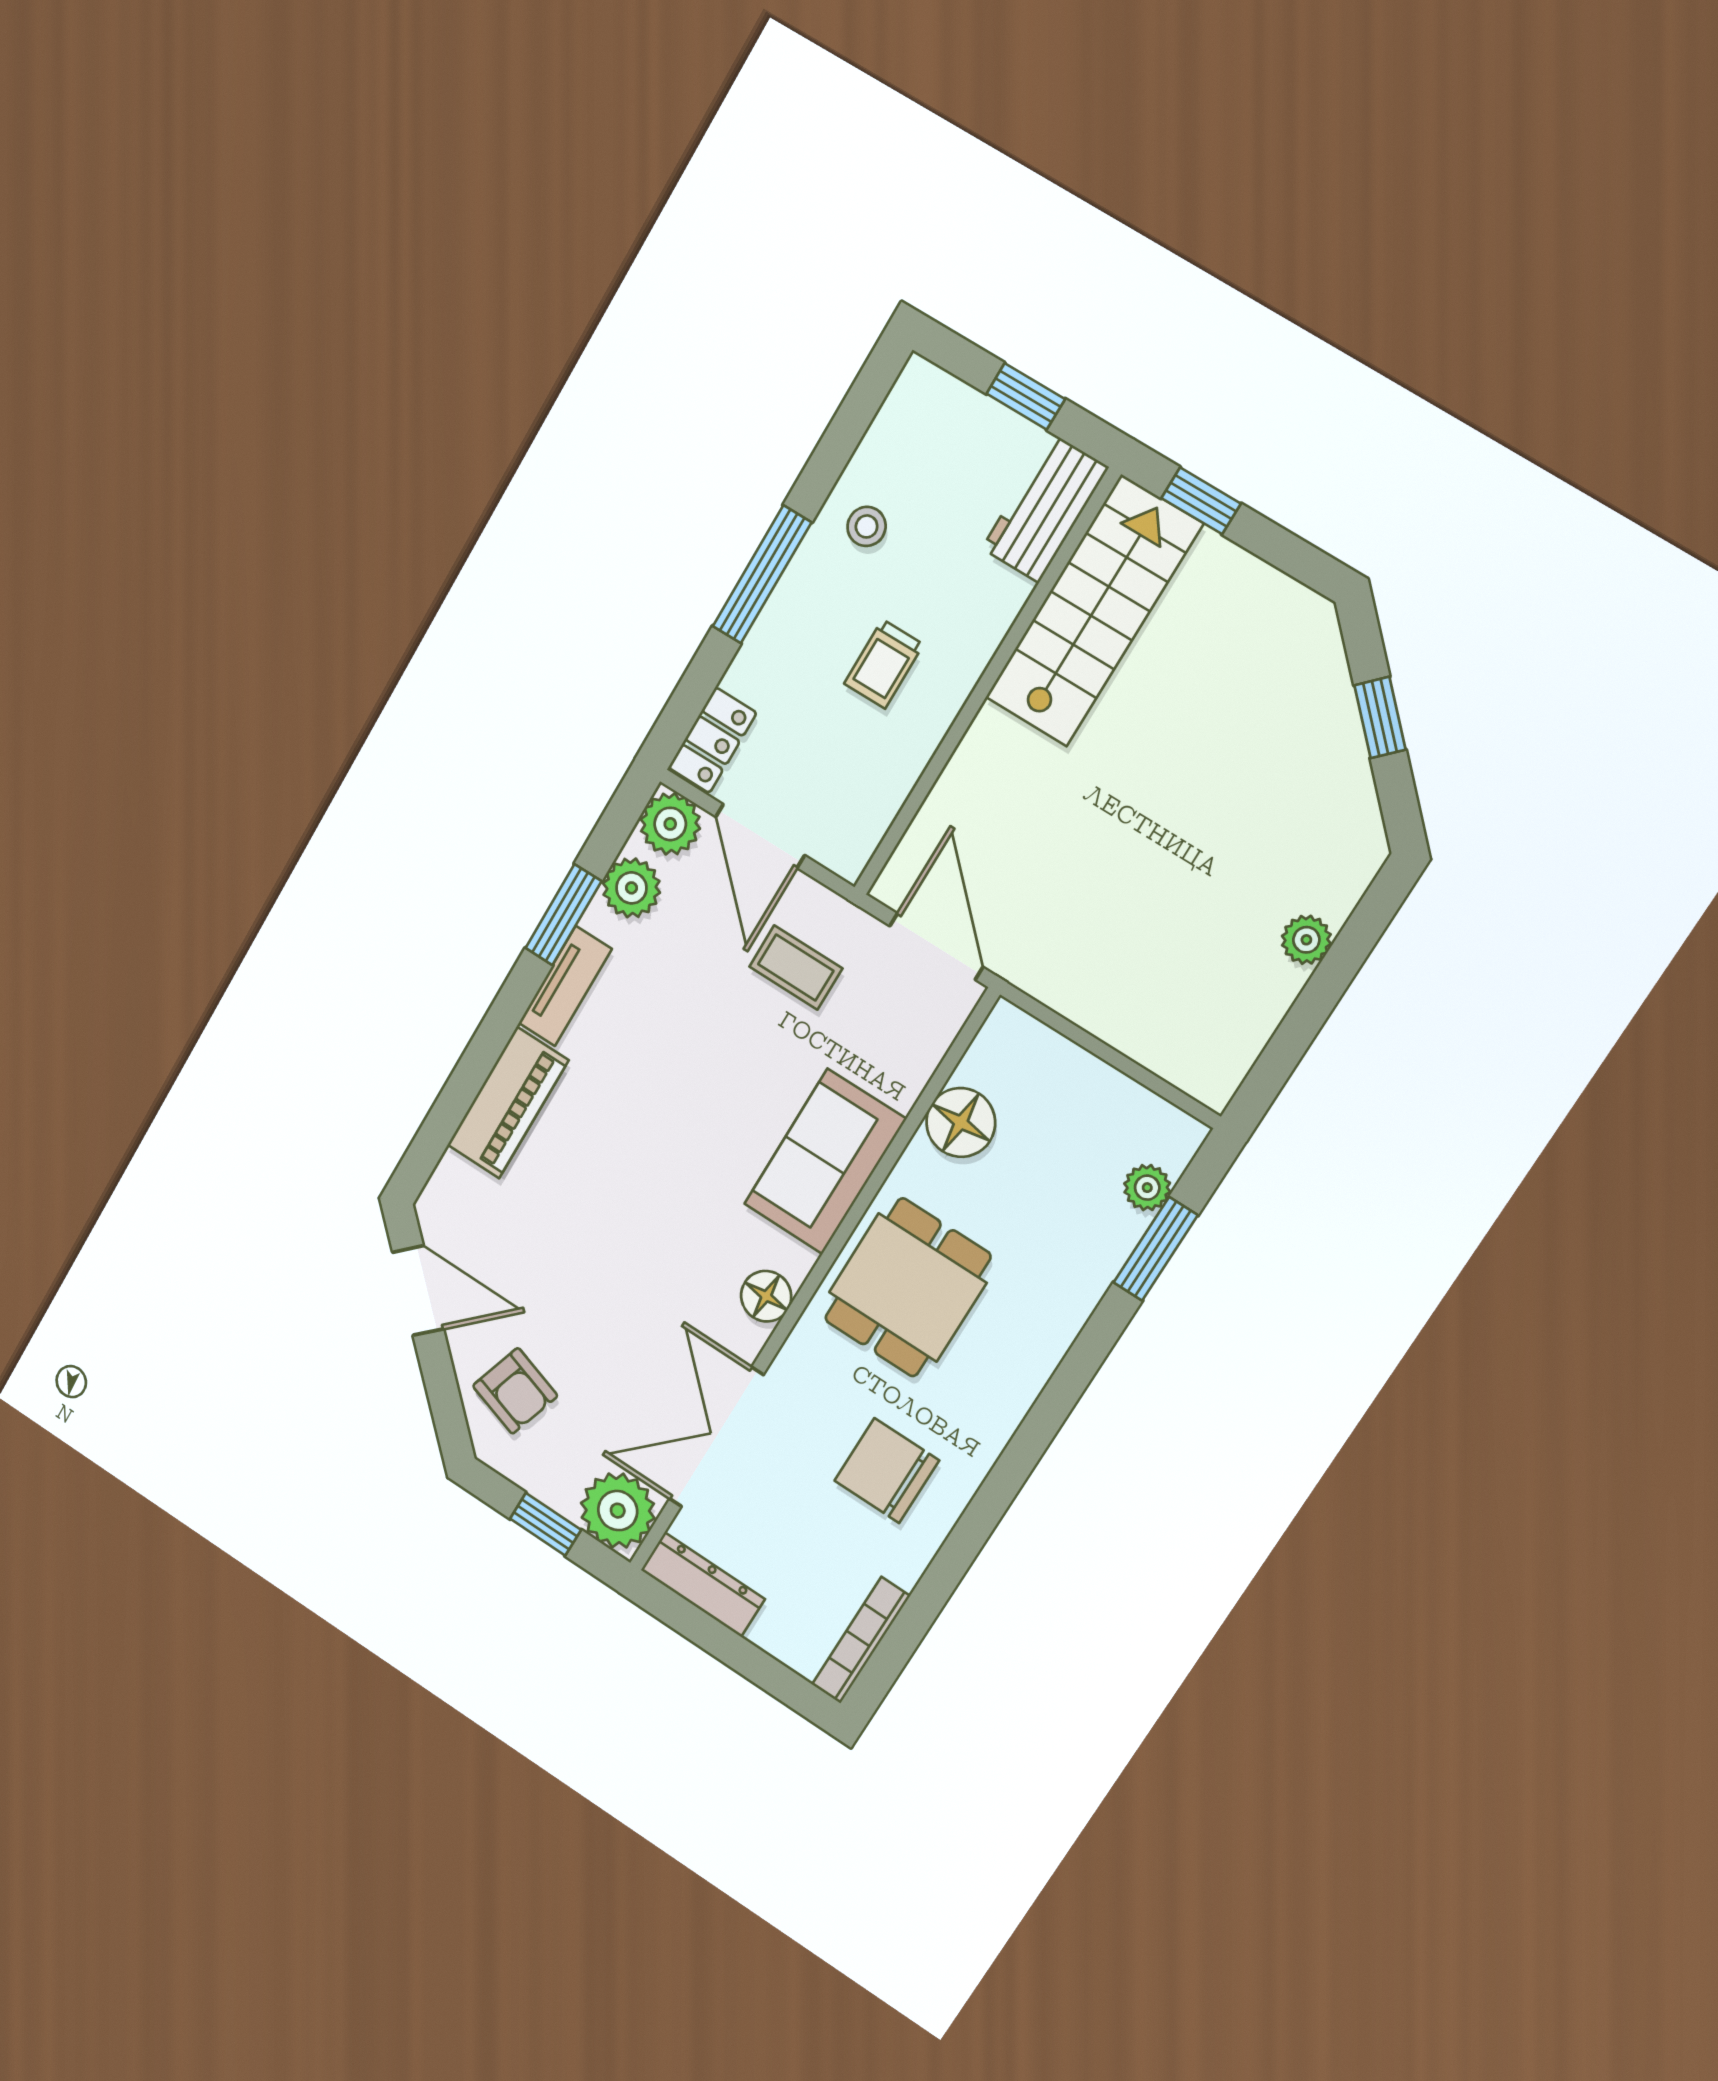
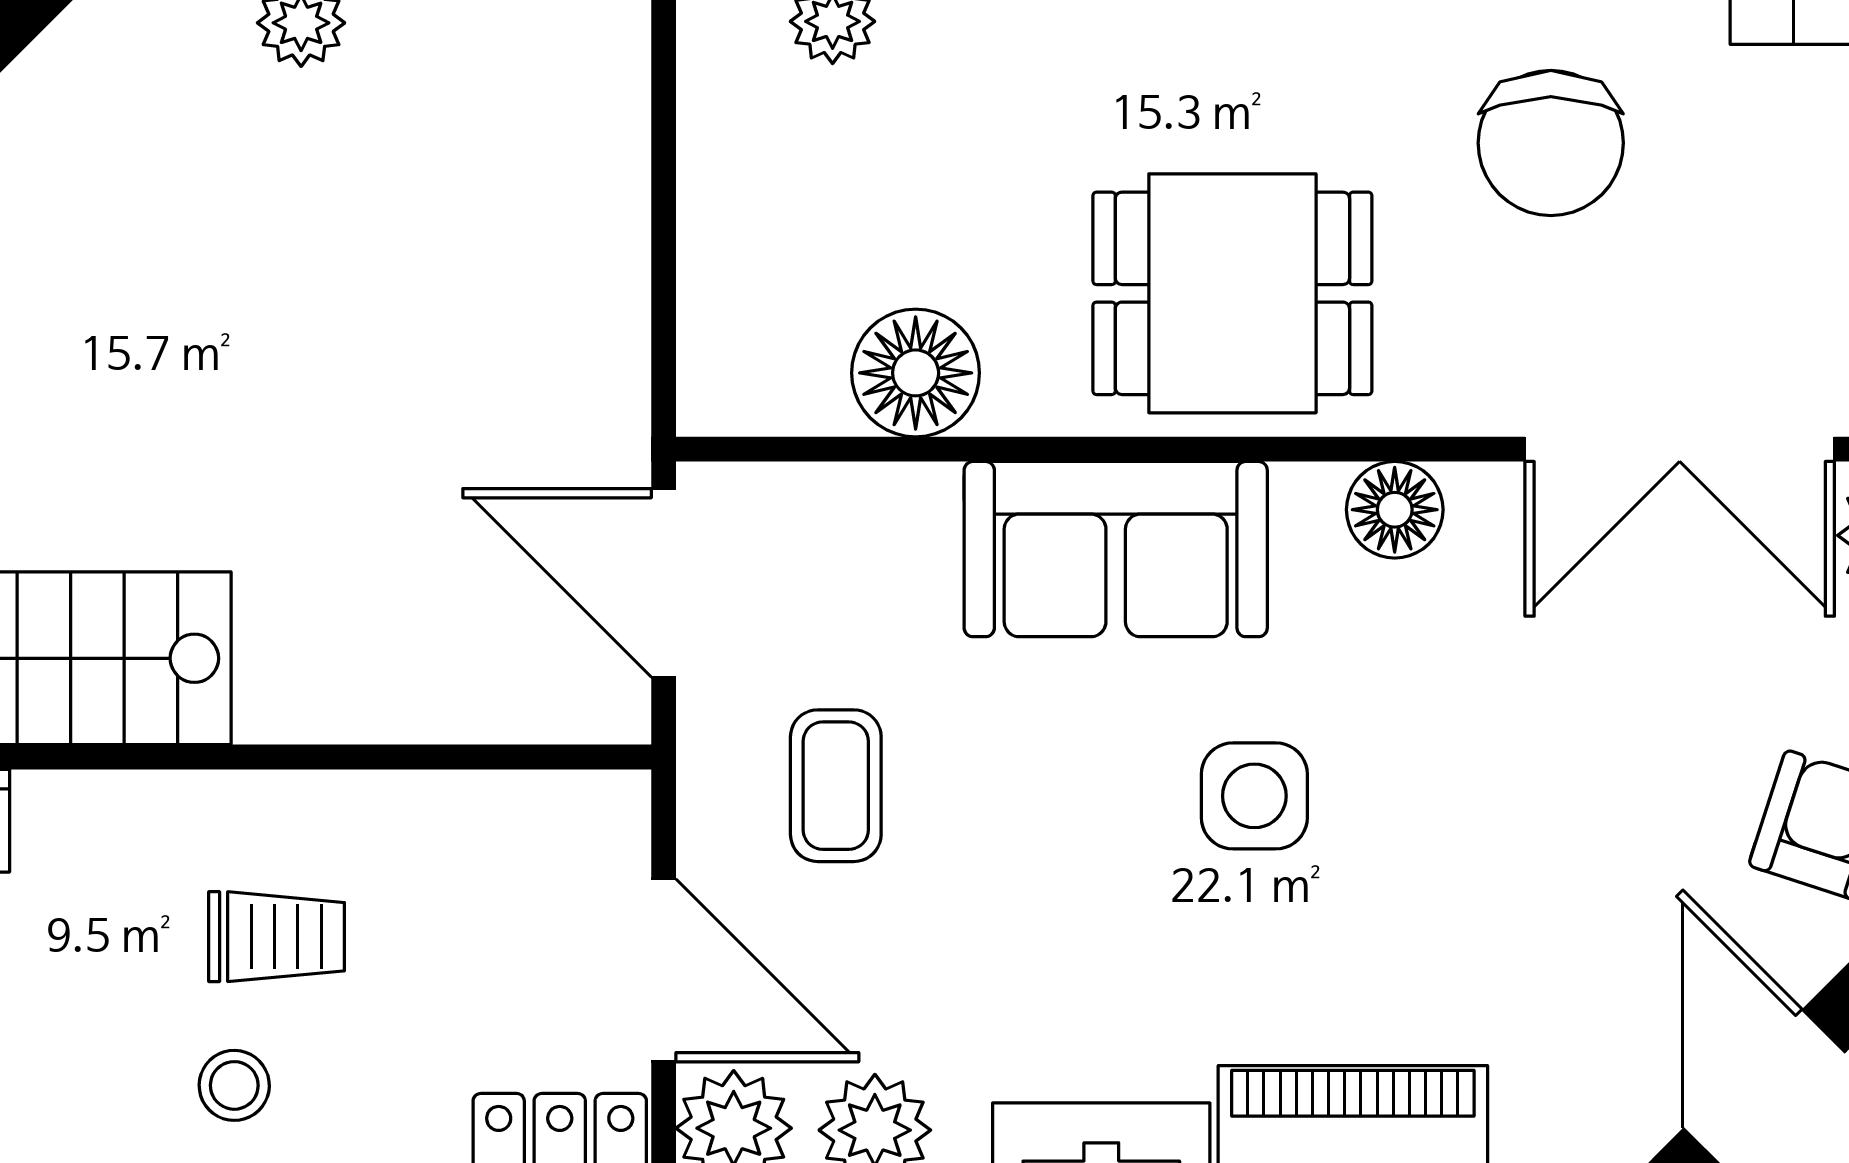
stool: (867, 526) -> (234, 1085), moved
door: (760, 836) -> (664, 970), hinge flipped
door: (936, 946) -> (664, 583), hinge flipped
side table: (678, 1153) -> (1254, 796), added

